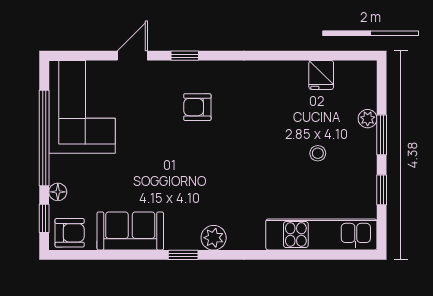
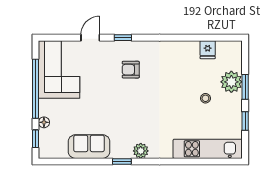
plant: (368, 119) -> (231, 82), width x1.88, depth x1.88
armchair: (70, 233) -> (51, 148), removed

